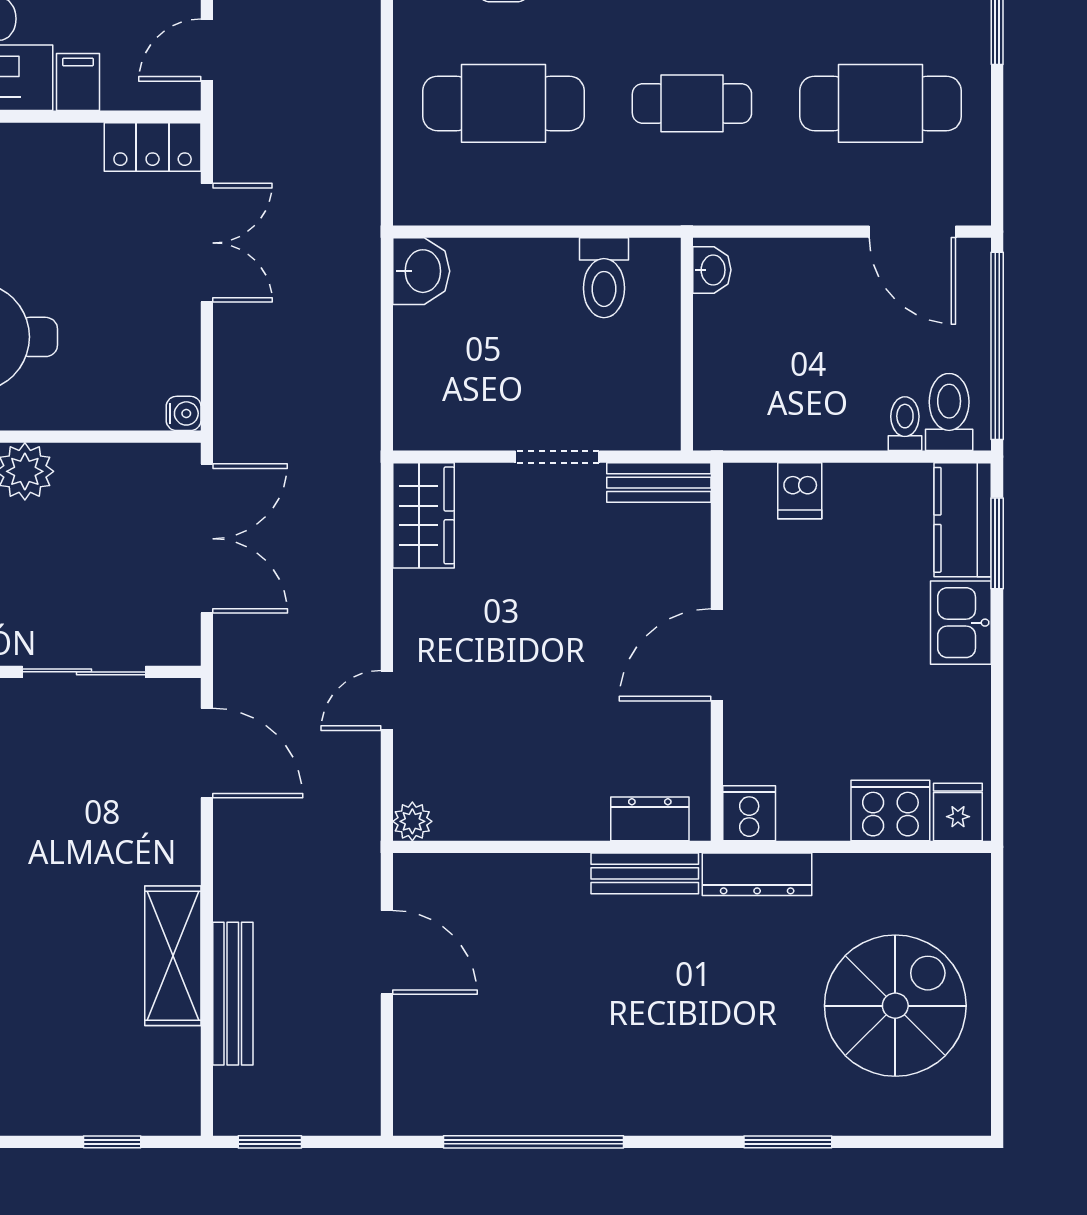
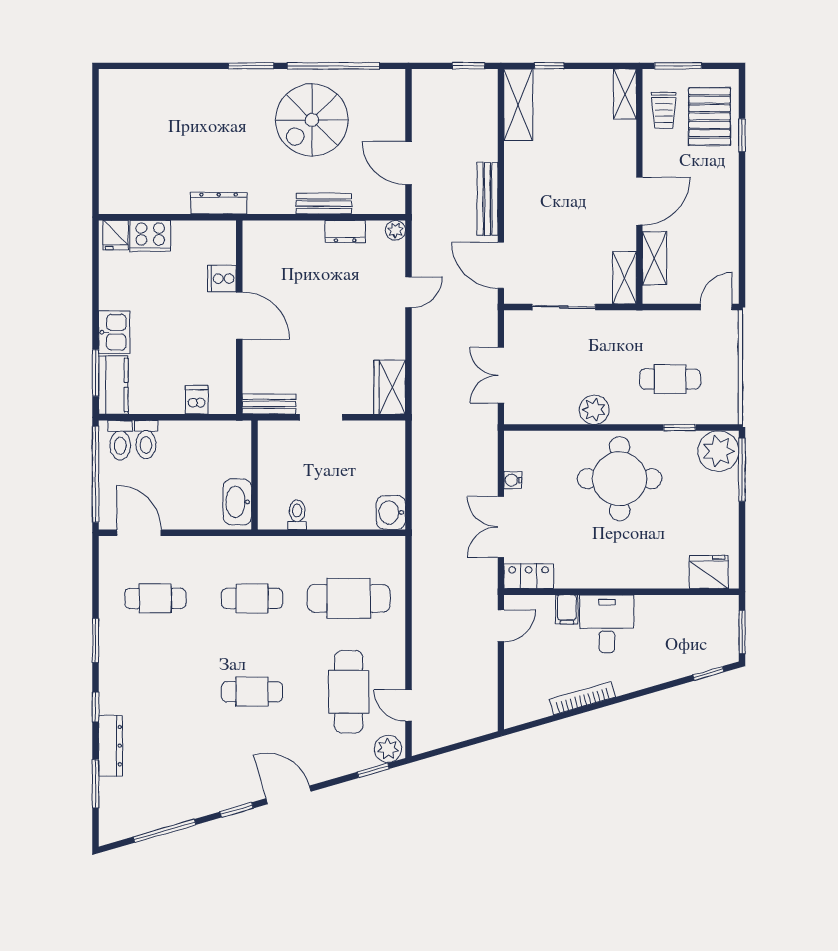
cafe table: (880, 103) -> (155, 598), width x0.73, depth x0.74
washbasin: (712, 270) -> (237, 502), width x1.91, depth x1.45
toilet: (604, 278) -> (297, 515), width x0.73, depth x0.72
water cooler: (184, 413) -> (513, 480), moved
toilet: (905, 424) -> (146, 440), width x1.37, depth x1.39
double door: (207, 539) -> (501, 375), width x0.73
door: (717, 655) -> (239, 316), hinge flipped
cooker: (749, 813) -> (222, 279), moved, turned 90
dresser: (650, 819) -> (345, 232), moved
bench: (645, 873) -> (324, 204), moved
shelving: (173, 956) -> (518, 105), moved
bench: (233, 994) -> (487, 199), moved
spiral stairs: (895, 1006) -> (312, 120), moved
window: (788, 1142) -> (251, 66), moved

